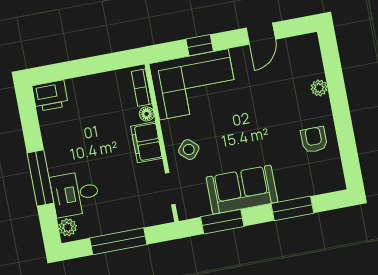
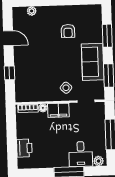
corner sofa: (194, 84) -> (31, 79), removed
plant: (319, 88) -> (32, 11), moved
printer: (50, 96) -> (24, 148), moved
armchair: (314, 140) -> (68, 31), moved, turned -90

